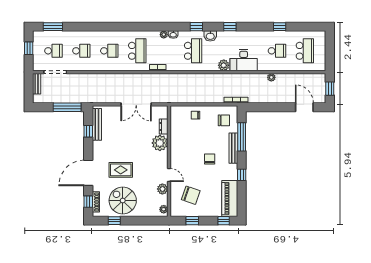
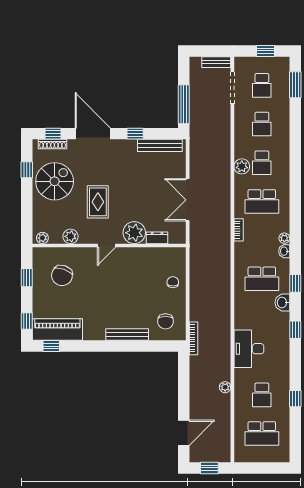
plant: (224, 65) -> (242, 166), moved
window: (88, 131) -> (135, 134), moved
window: (242, 137) -> (143, 346), removed
chair: (210, 159) -> (112, 302), removed
rug: (121, 170) -> (98, 202), moved
door: (169, 175) -> (106, 245), moved
window: (242, 175) -> (51, 346), moved

